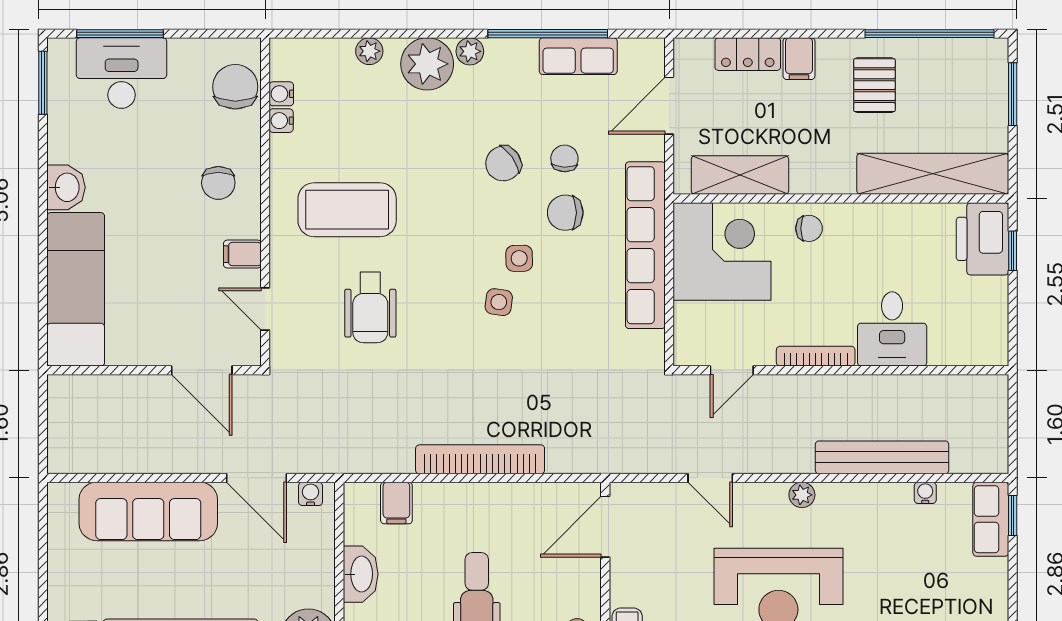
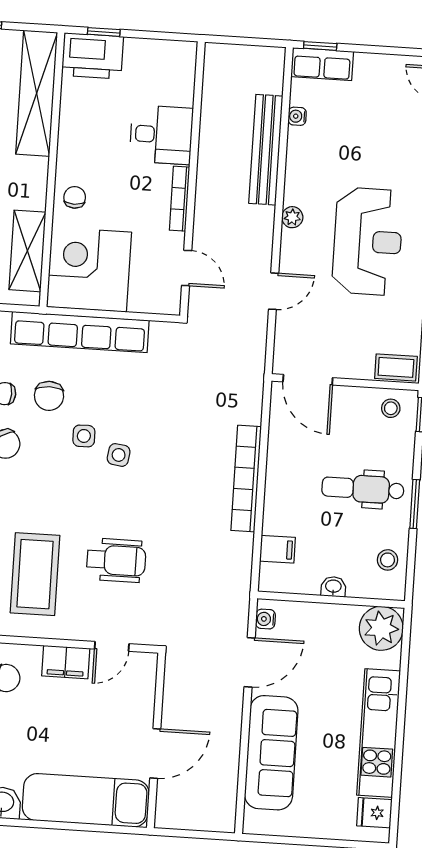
filing cabinet: (242, 254) -> (66, 662), width x2.00
door: (202, 370) -> (155, 753), moved
washbasin: (361, 574) -> (333, 587), width x0.52, depth x0.69

